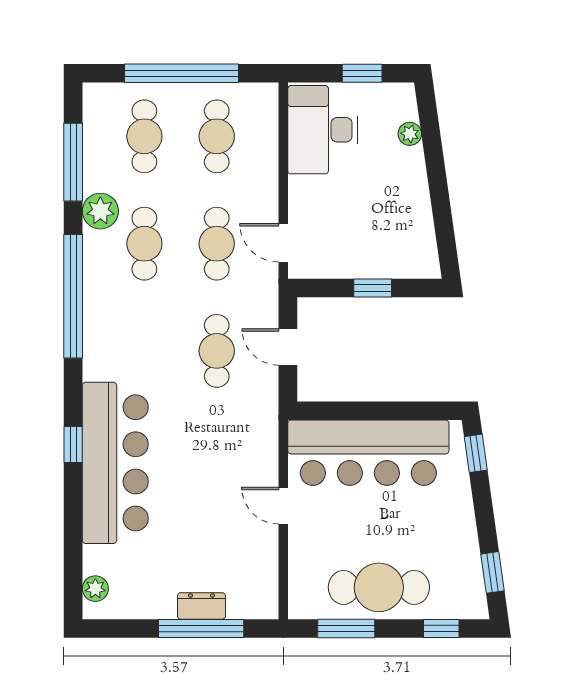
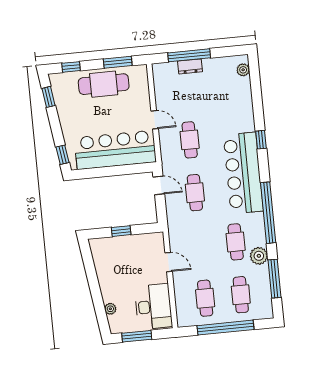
window: (362, 73) -> (137, 336), width x1.50
door: (283, 243) -> (169, 262), moved
cafe table: (217, 244) -> (190, 140), moved
door: (288, 347) -> (159, 185), moved
bar counter: (115, 463) -> (243, 173), moved

